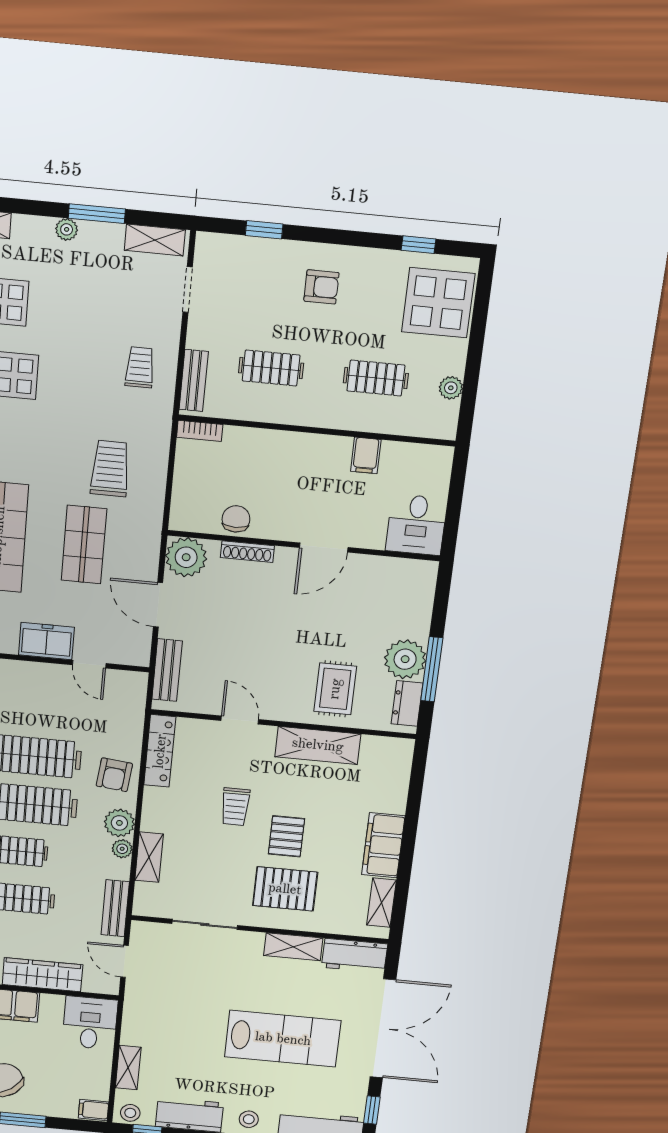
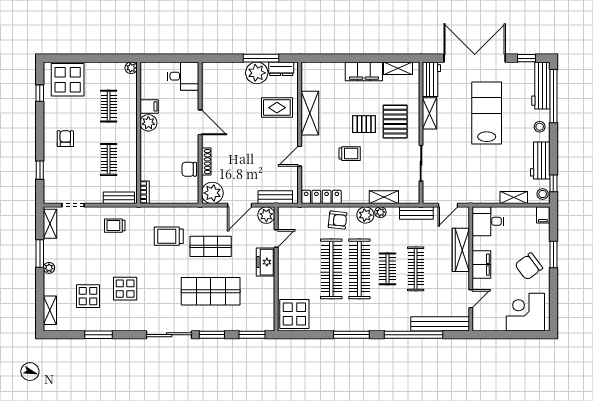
plant: (451, 388) -> (131, 68), moved
plant: (334, 451) -> (148, 123), added
plant: (135, 651) -> (266, 215), added

